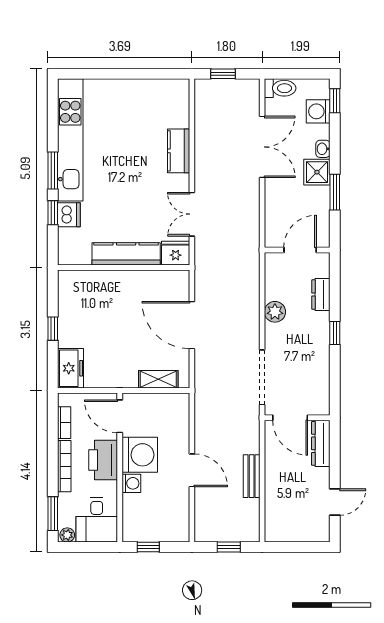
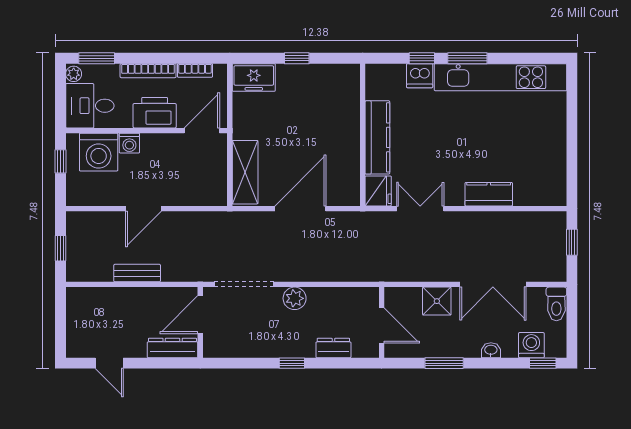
shower: (317, 172) -> (437, 301), moved
plant: (275, 312) -> (295, 298), moved
shelving: (158, 379) -> (245, 172), width x1.50, depth x1.33
washing machine: (140, 455) -> (99, 152), moved

